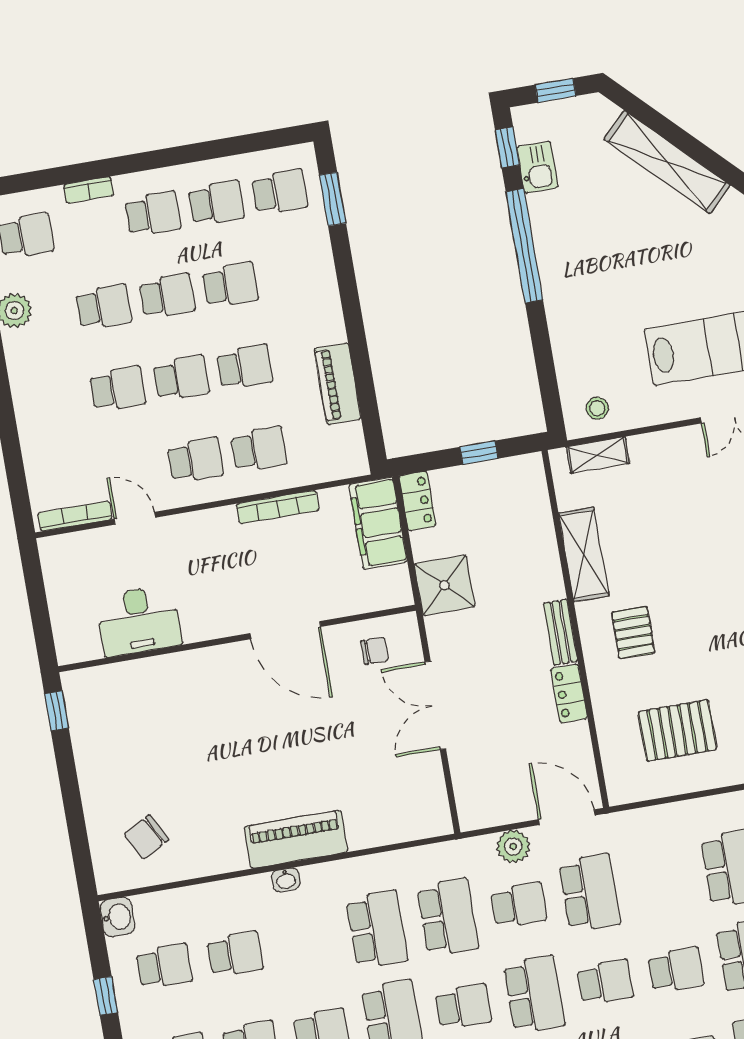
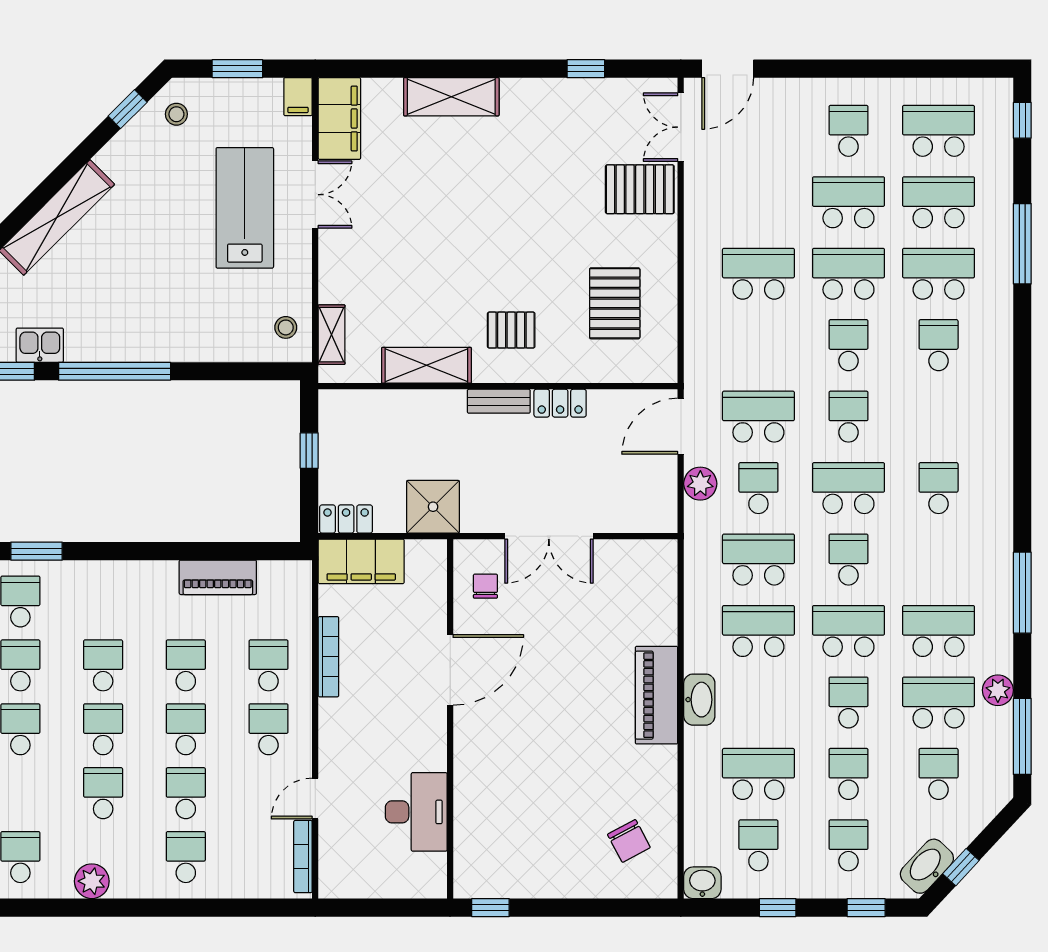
school desk: (54, 400) -> (186, 857), added
washbasin: (286, 880) -> (699, 700), width x1.91, depth x1.45
school desk: (235, 954) -> (758, 774), width x1.85

